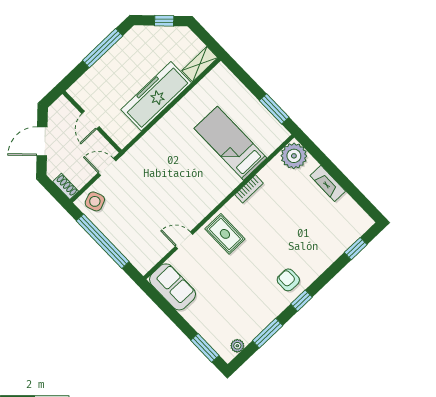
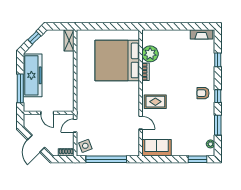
window: (103, 48) -> (20, 88), moved
freezer: (156, 96) -> (33, 75), moved, turned 180
window: (274, 109) -> (121, 26), removed
bed: (230, 143) -> (117, 60), width x2.04
plant: (294, 156) -> (150, 54), moved
fireplace: (328, 183) -> (202, 34), moved
door: (184, 240) -> (141, 123), swing flipped
window: (356, 249) -> (218, 60), moved

